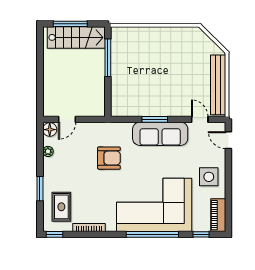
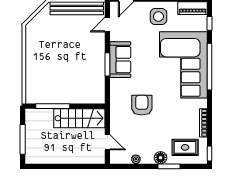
stairs: (76, 37) -> (79, 118), moved, turned 90
floor lamp: (50, 130) -> (161, 158), moved
sofa: (160, 134) -> (120, 60), width x0.73

